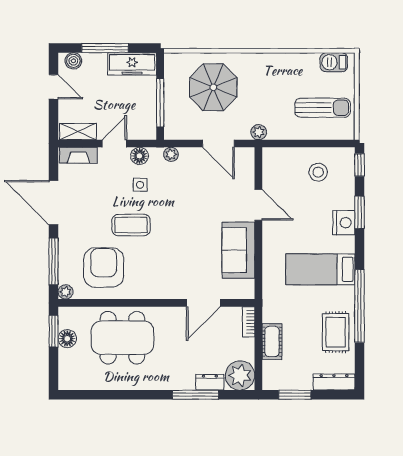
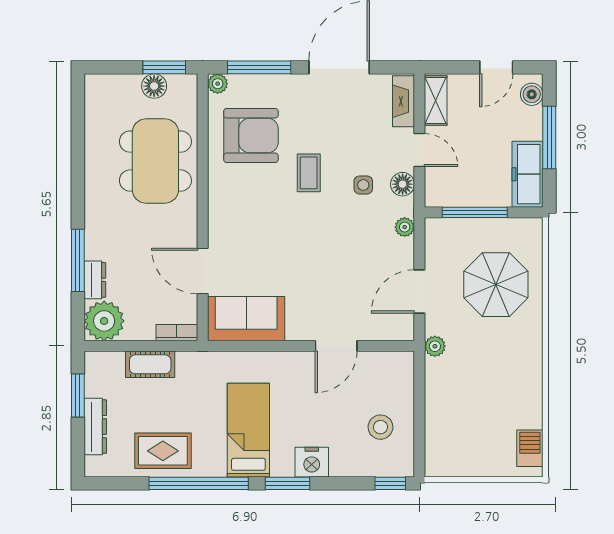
sun lounger: (323, 108) -> (468, 433), removed
window: (360, 212) -> (287, 483), moved
coffee table: (131, 225) -> (309, 173), width x0.73, depth x0.77
sofa: (238, 250) -> (246, 319), moved
dresser: (334, 382) -> (95, 427), moved

